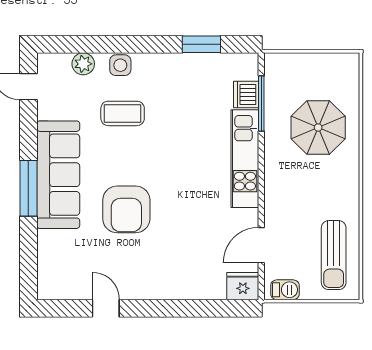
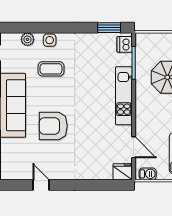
window: (201, 44) -> (109, 28), moved
dishwasher: (246, 95) -> (125, 44), moved
armchair: (126, 209) -> (53, 126), turned 90
door: (261, 245) -> (134, 147), swing flipped

